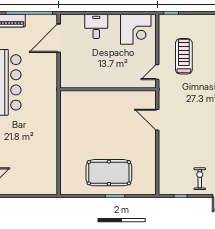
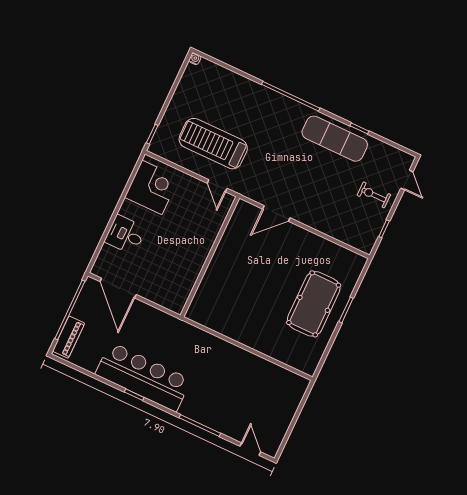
treadmill: (184, 56) -> (213, 144), width x1.37, depth x1.38

